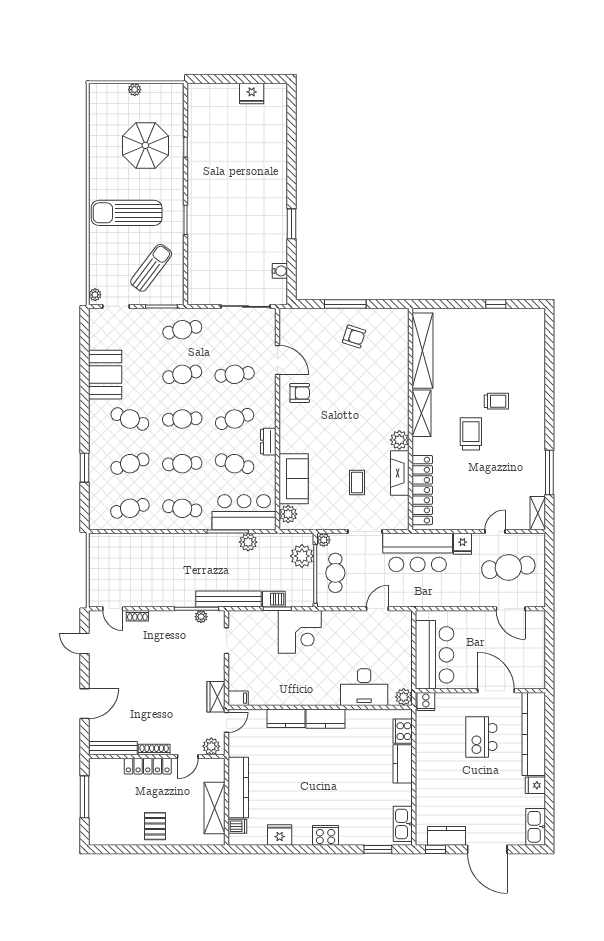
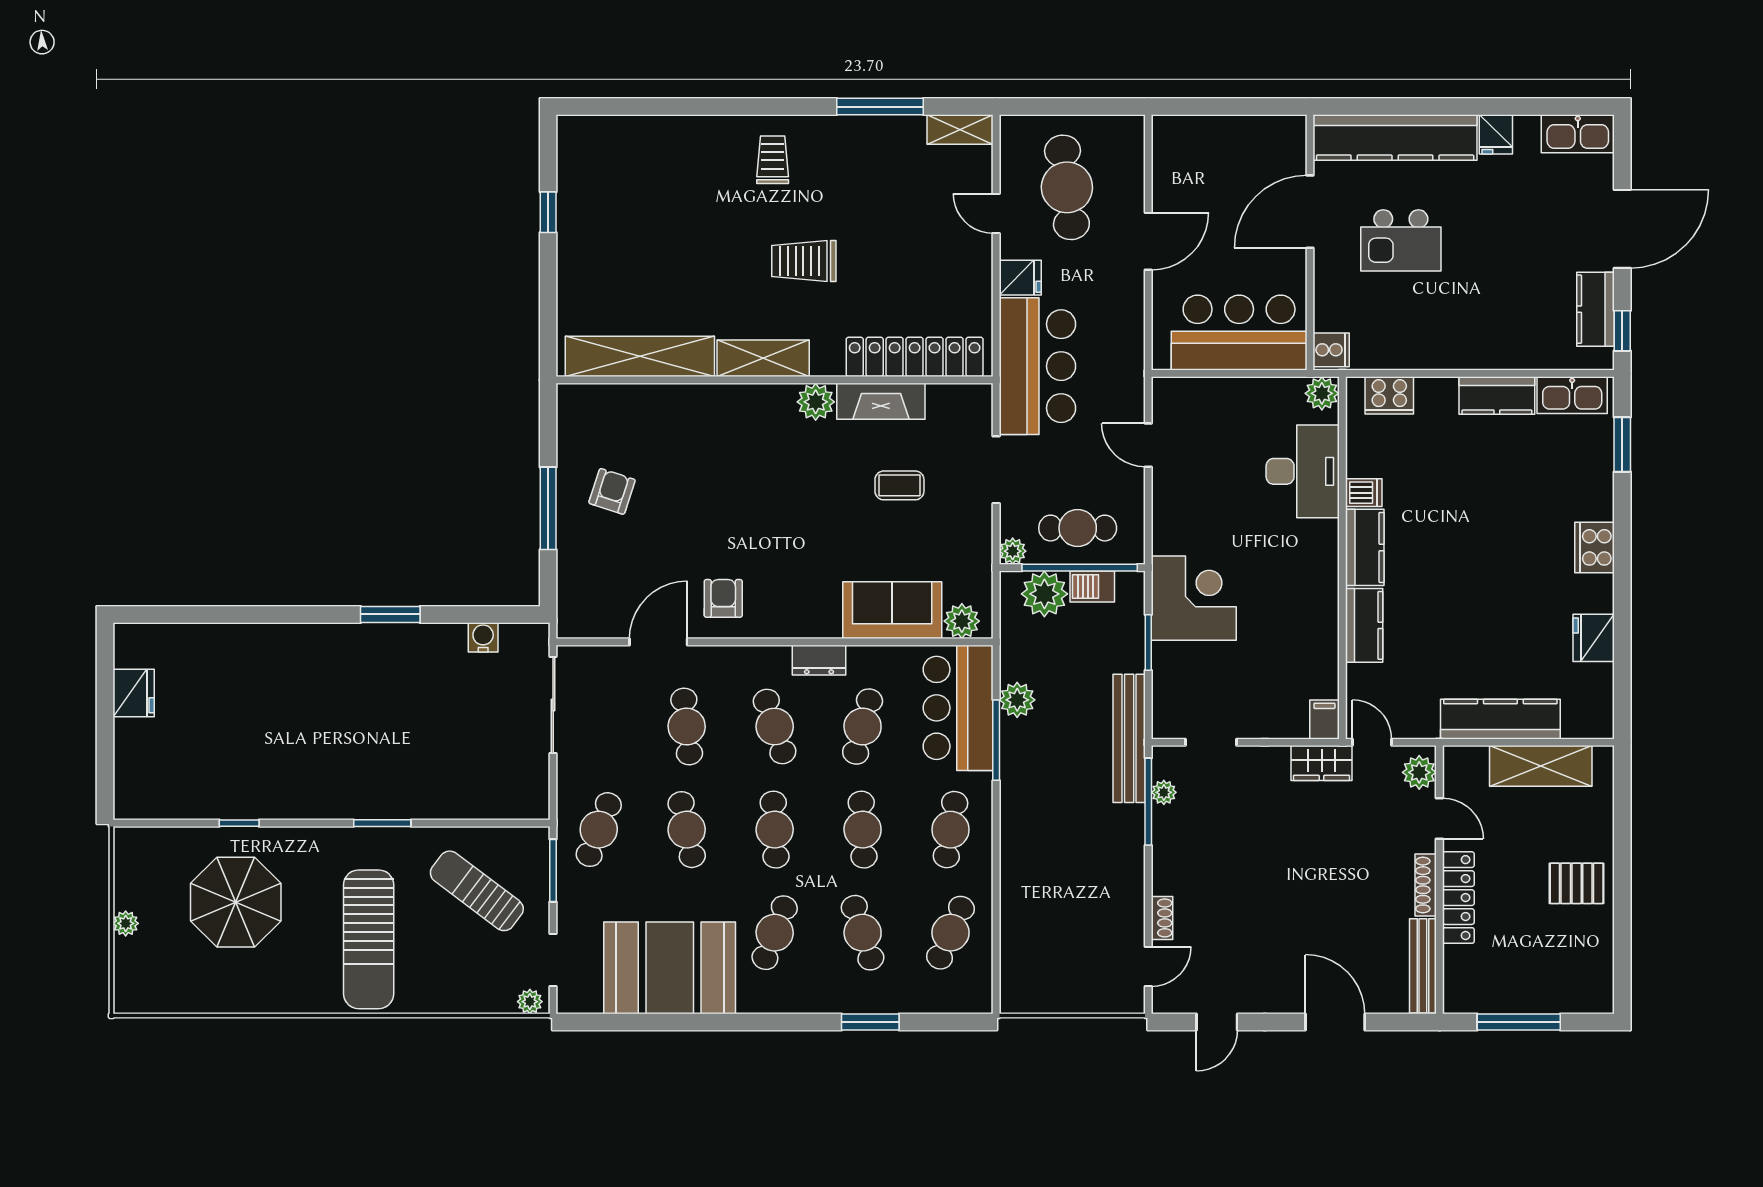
cafe table: (182, 330) -> (599, 830), turned 33
booth: (105, 375) -> (670, 968), width x1.36, depth x1.42
trolley: (496, 401) -> (773, 160), moved
cafe table: (130, 508) -> (951, 933), turned 39
barbecue: (274, 599) -> (1092, 587), moved, turned -90
door: (511, 609) -> (1148, 241), moved
kitchen counter: (403, 764) -> (1497, 396), moved
dishwasher: (237, 826) -> (1364, 493), moved, turned 90

